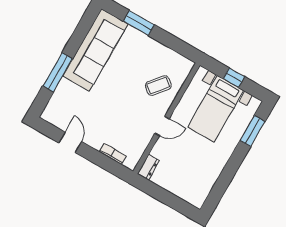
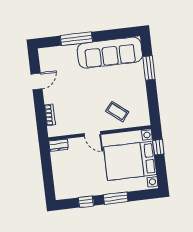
window: (234, 78) -> (158, 147), moved
bed with nightstands: (216, 109) -> (130, 161), width x1.36
window: (253, 131) -> (116, 198), moved
window: (223, 182) -> (86, 202), added

